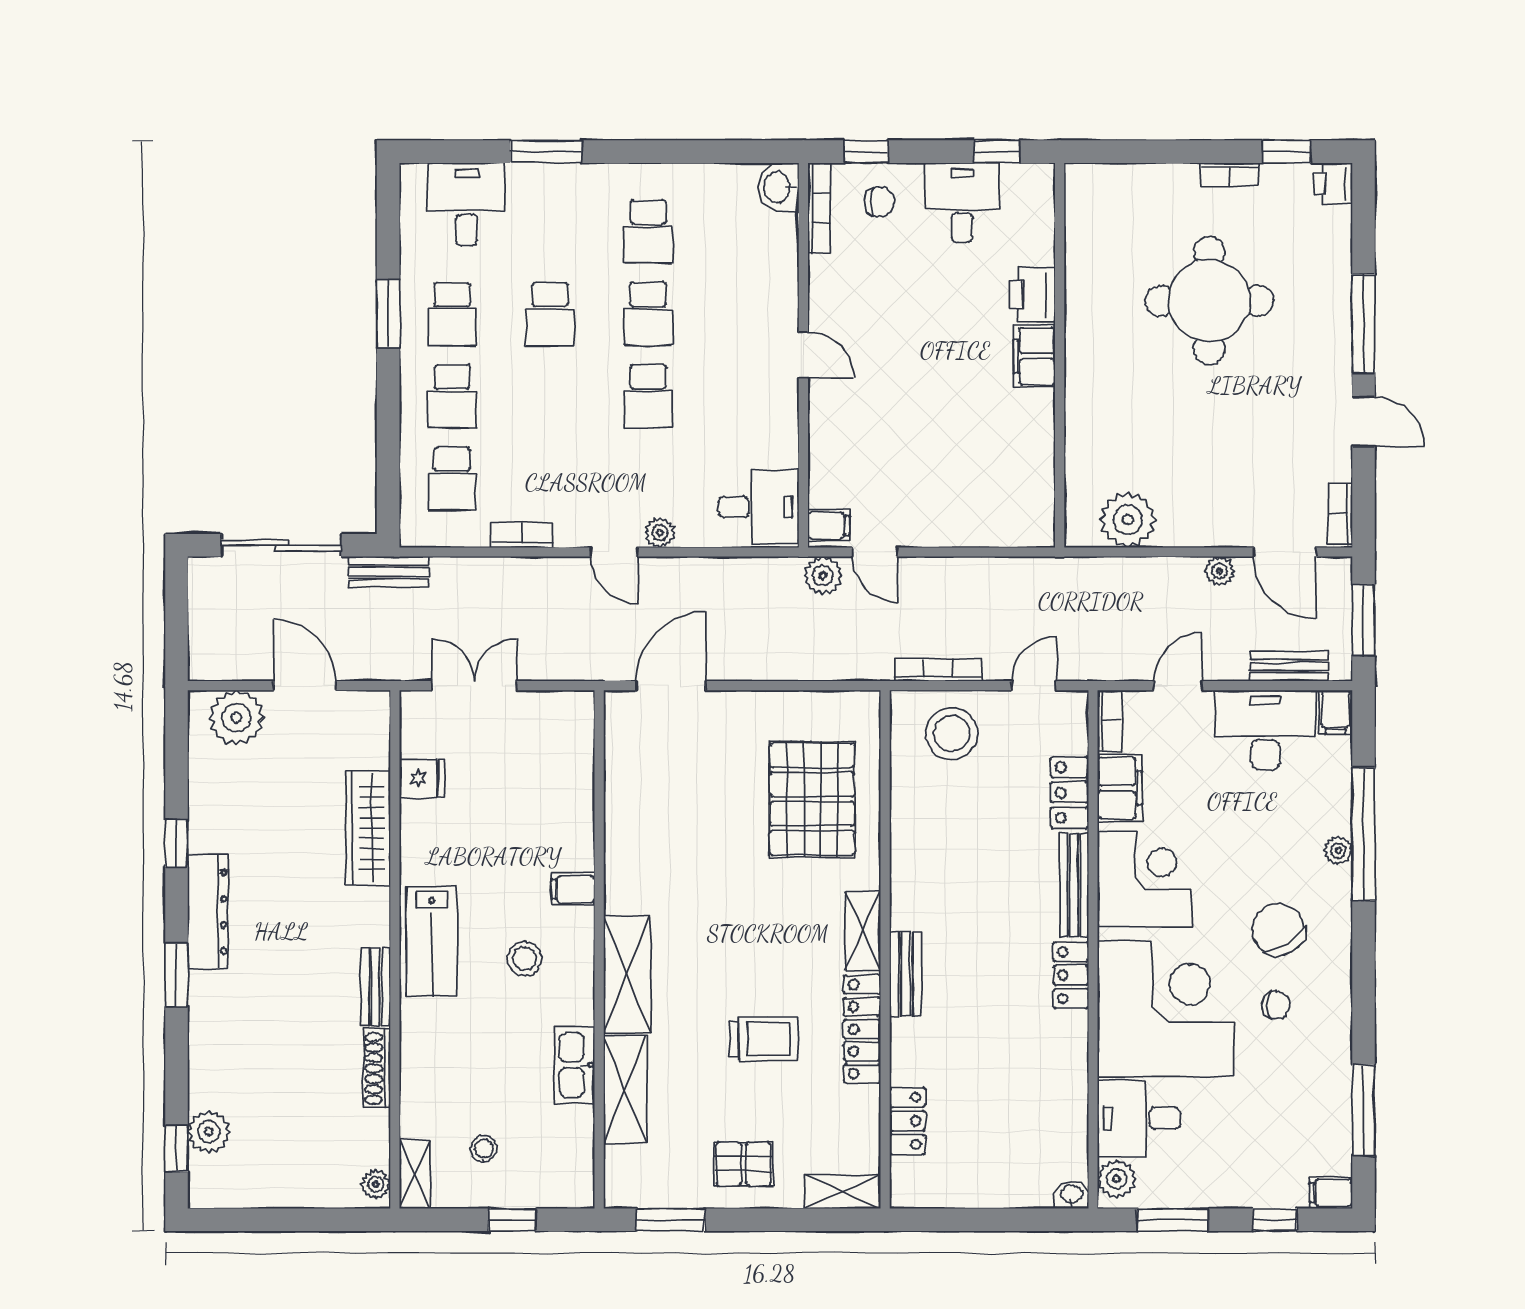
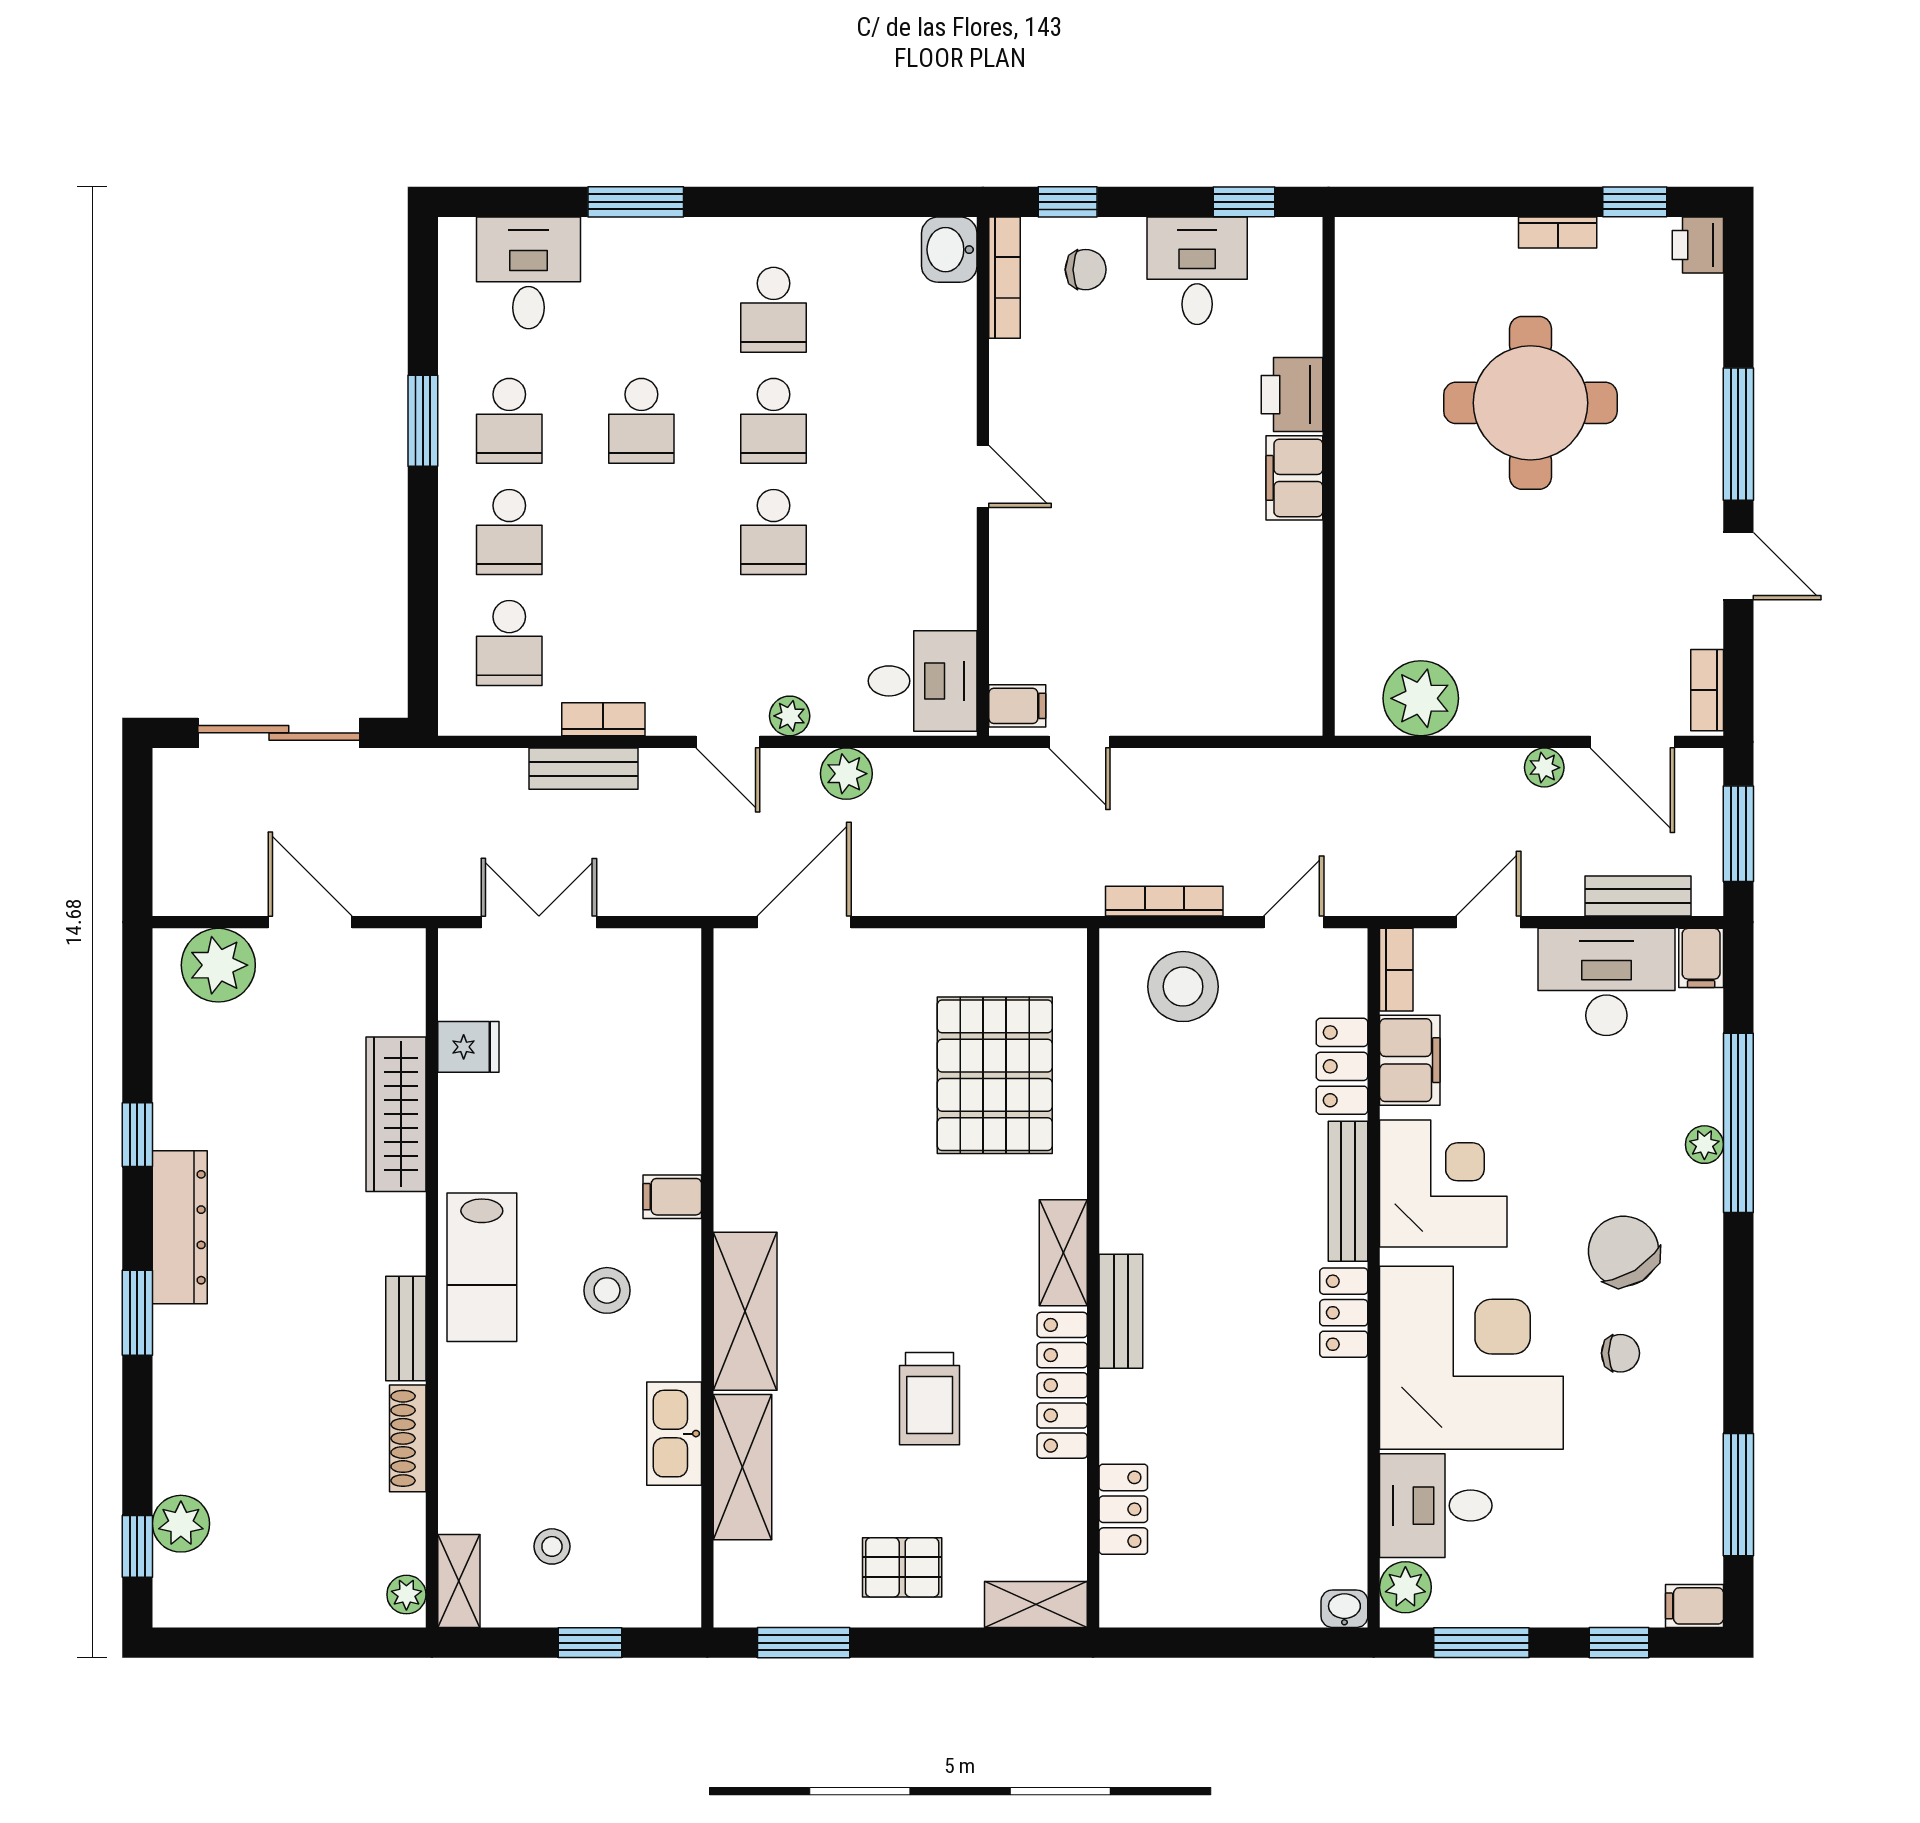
bench: (389, 572) -> (583, 769), moved
plant: (823, 576) -> (846, 774), moved
trolley: (764, 1039) -> (930, 1399), turned 90

